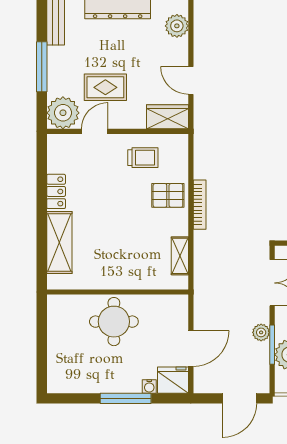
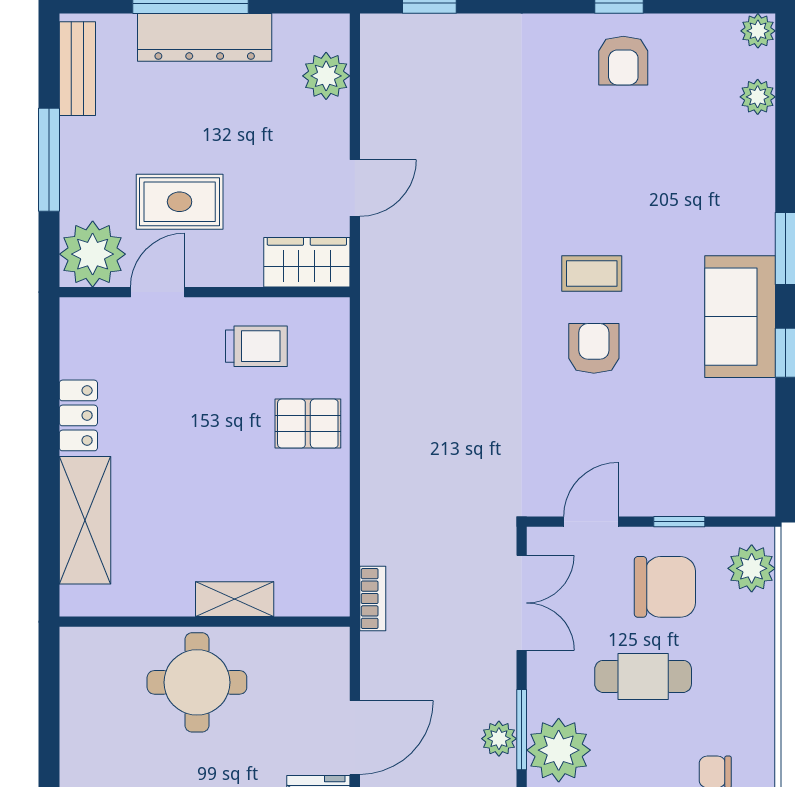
door: (191, 80) -> (355, 188), swing flipped
bookcase: (200, 205) -> (373, 599), moved, width x0.64
shelving: (180, 256) -> (235, 599), moved, turned 90
plant: (261, 332) -> (499, 739), moved

